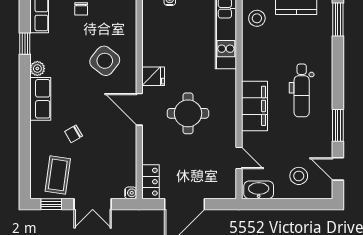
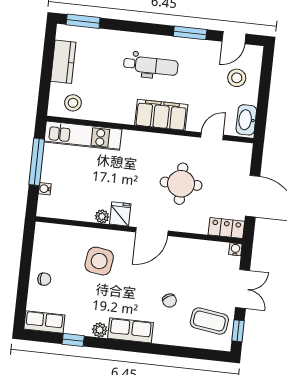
plant: (149, 59) -> (102, 216), added
side table: (105, 61) -> (99, 261), turned -30
round table: (188, 113) -> (181, 184), moved

